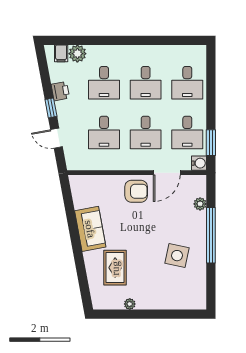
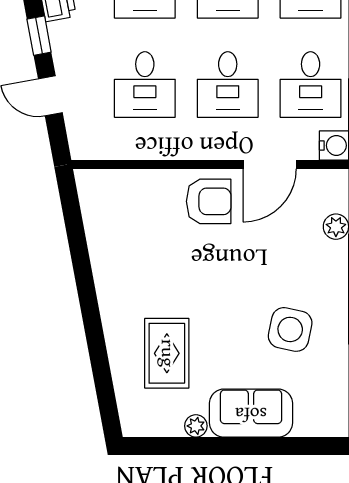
sofa: (90, 229) -> (251, 413), moved, turned -79

